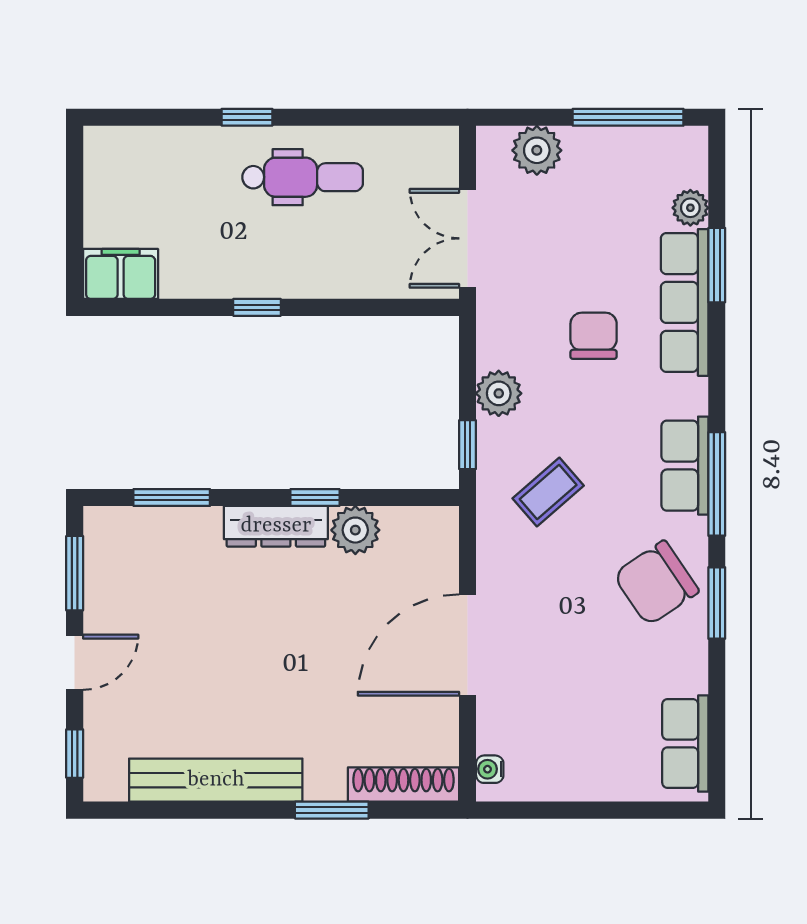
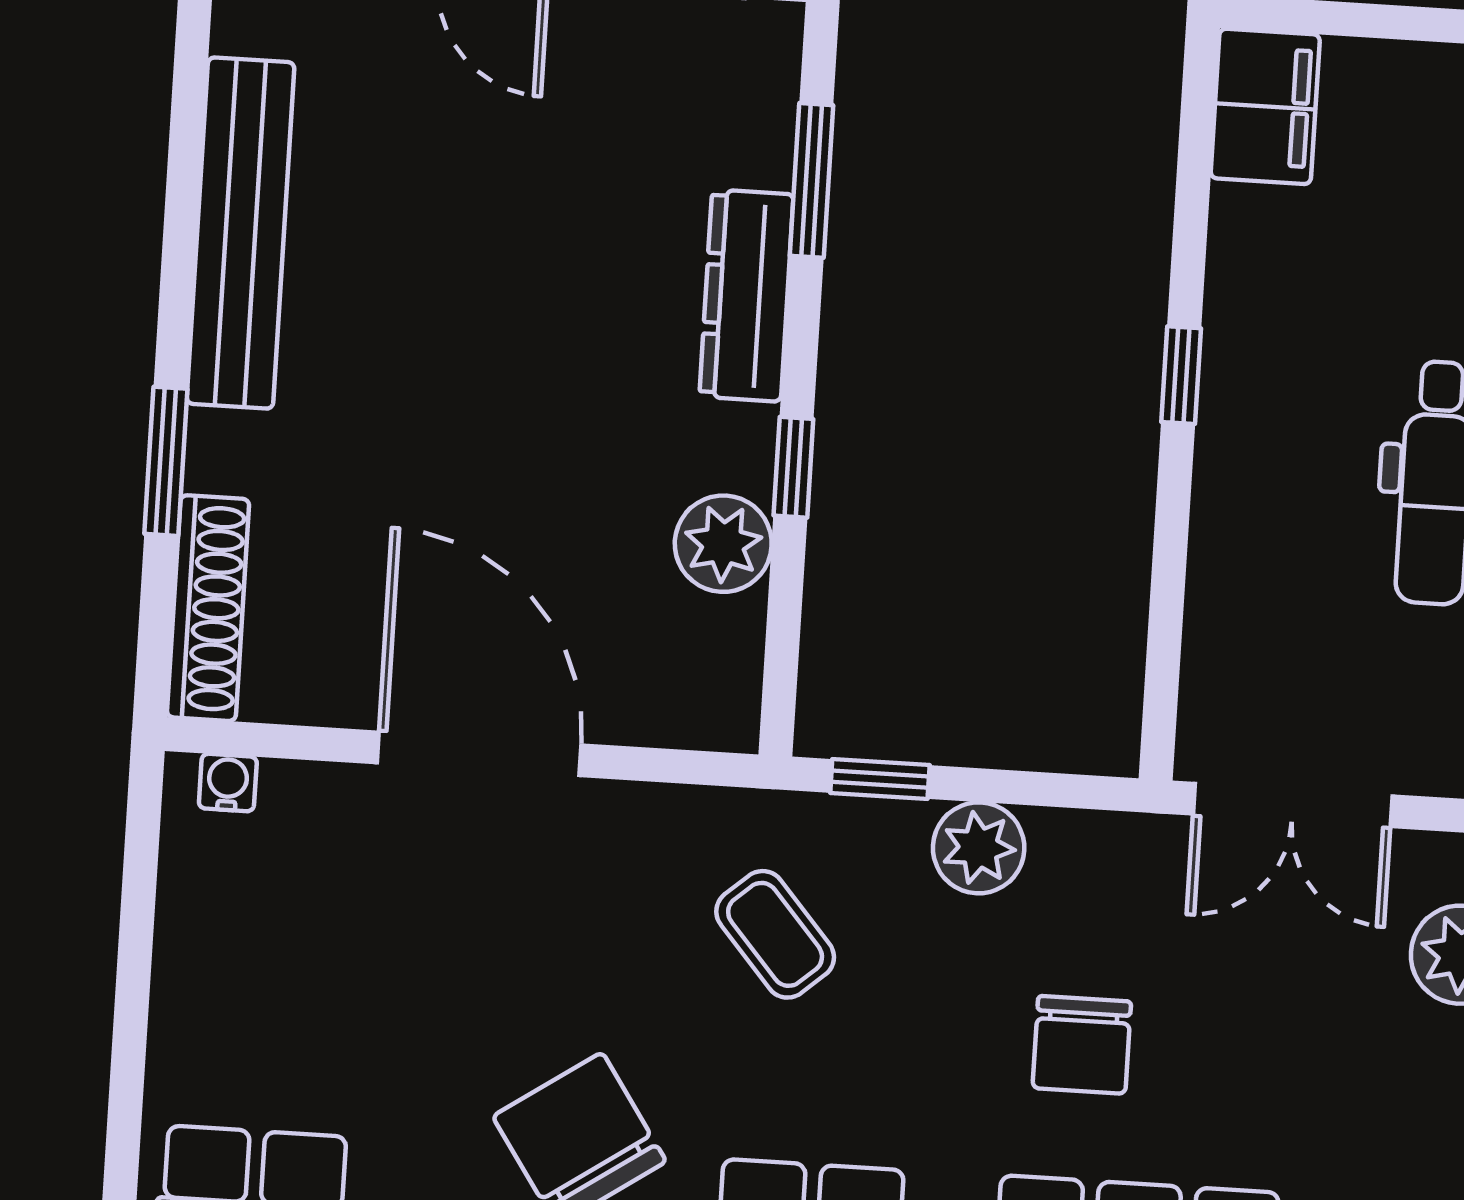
double door: (468, 238) -> (1293, 805), swing flipped
chair: (594, 336) -> (1082, 1045), turned 90
dresser: (276, 526) -> (746, 296), moved

